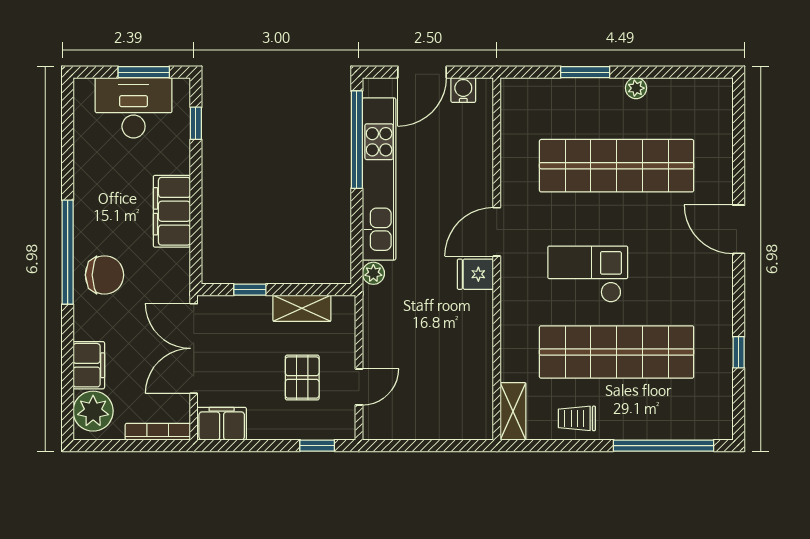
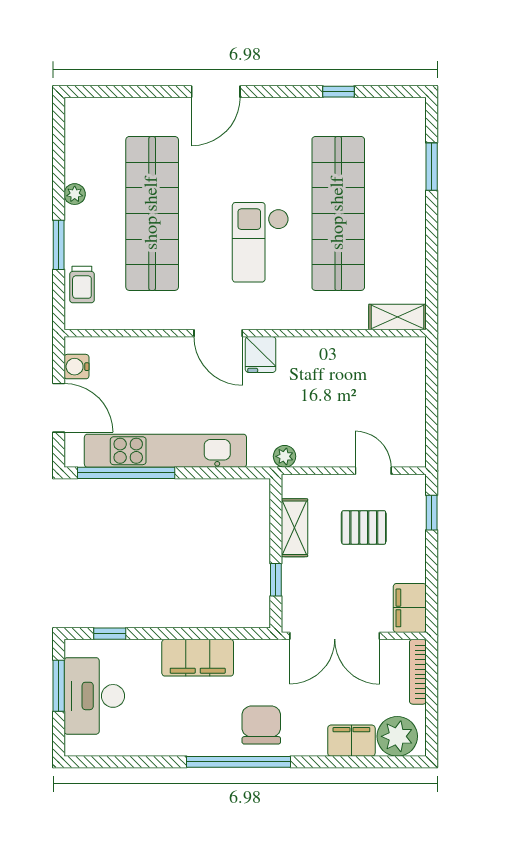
plant: (373, 273) -> (285, 456), moved
trolley: (577, 418) -> (82, 284), moved
window: (664, 446) -> (432, 167), width x0.47

